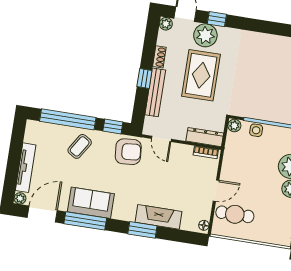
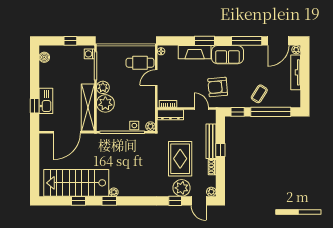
armchair: (128, 152) -> (218, 87), moved
sofa: (91, 203) -> (228, 55), moved

